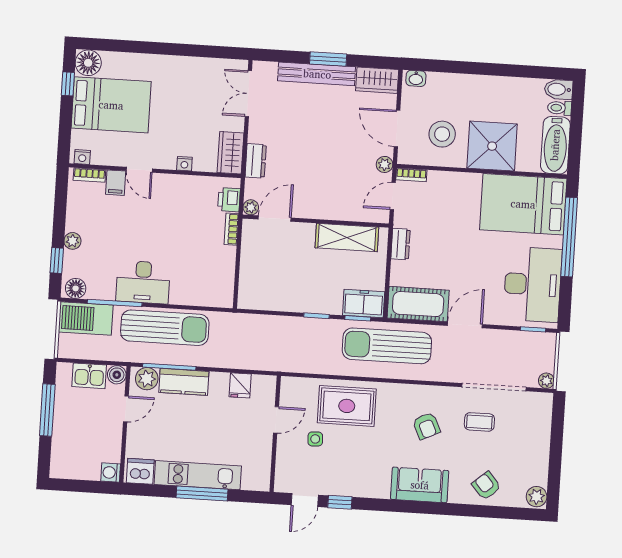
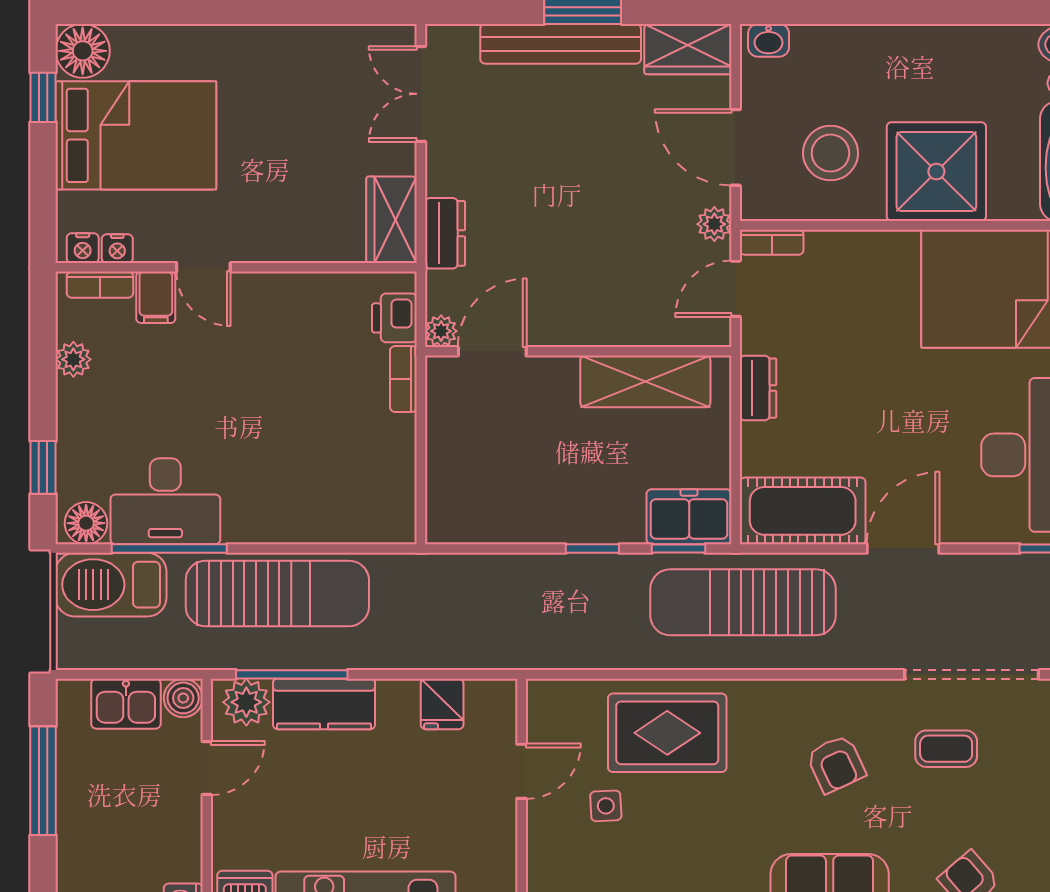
nightstand: (184, 164) -> (117, 249), moved
plant: (72, 241) -> (73, 359), moved
desk: (143, 282) -> (165, 501), moved

